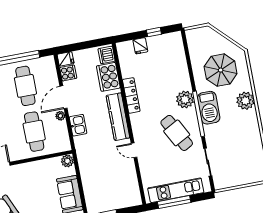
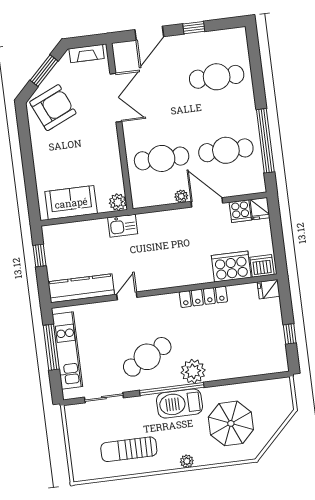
fridge: (140, 46) -> (269, 289), moved
plant: (245, 101) -> (187, 461), width x0.53, depth x0.53
kitchen counter: (118, 117) -> (81, 288), moved
kitchen sink: (78, 125) -> (123, 226), moved
sun lounger: (244, 142) -> (129, 449), added

